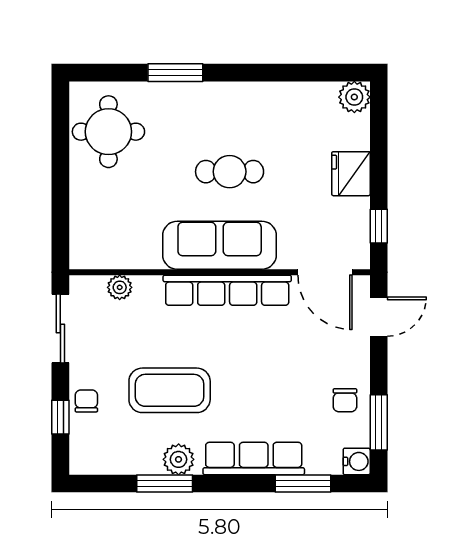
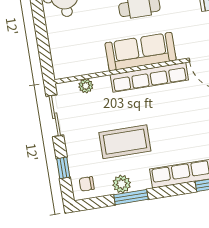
chair: (86, 401) -> (87, 184), moved, turned -90
plant: (179, 459) -> (122, 184), moved

